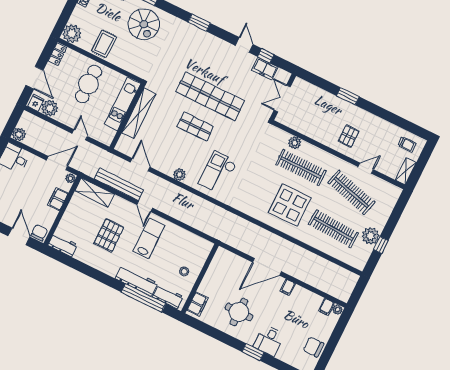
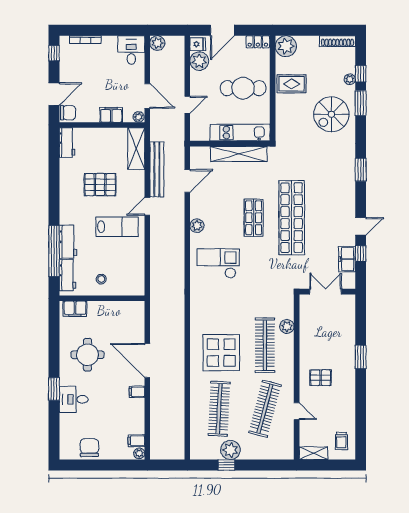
workbench: (137, 281) -> (68, 242), width x0.73

